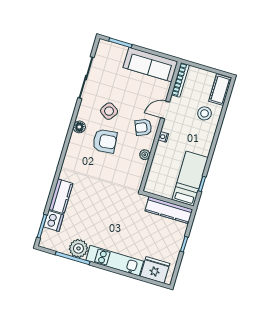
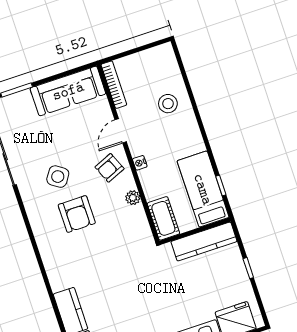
cot: (220, 90) -> (163, 218), moved
floor lamp: (79, 127) -> (37, 218), removed
armchair: (105, 141) -> (77, 214), turned 96

